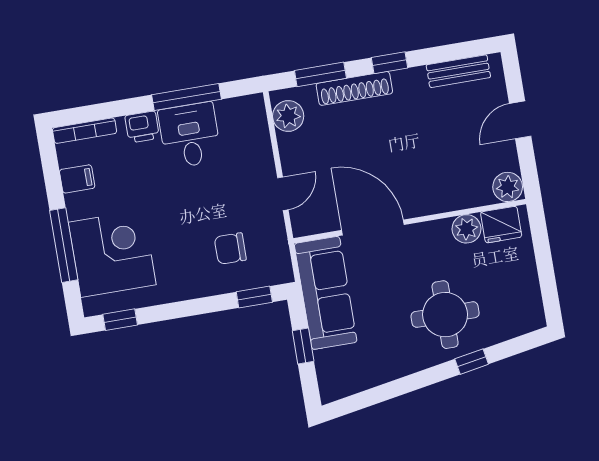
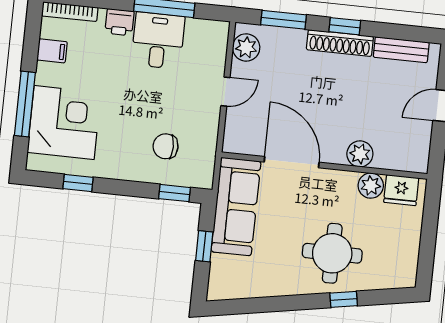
shoe rack: (354, 88) -> (340, 43), moved
plant: (508, 187) -> (360, 154), moved
door: (283, 194) -> (225, 92), moved
window: (120, 320) -> (78, 183), moved

